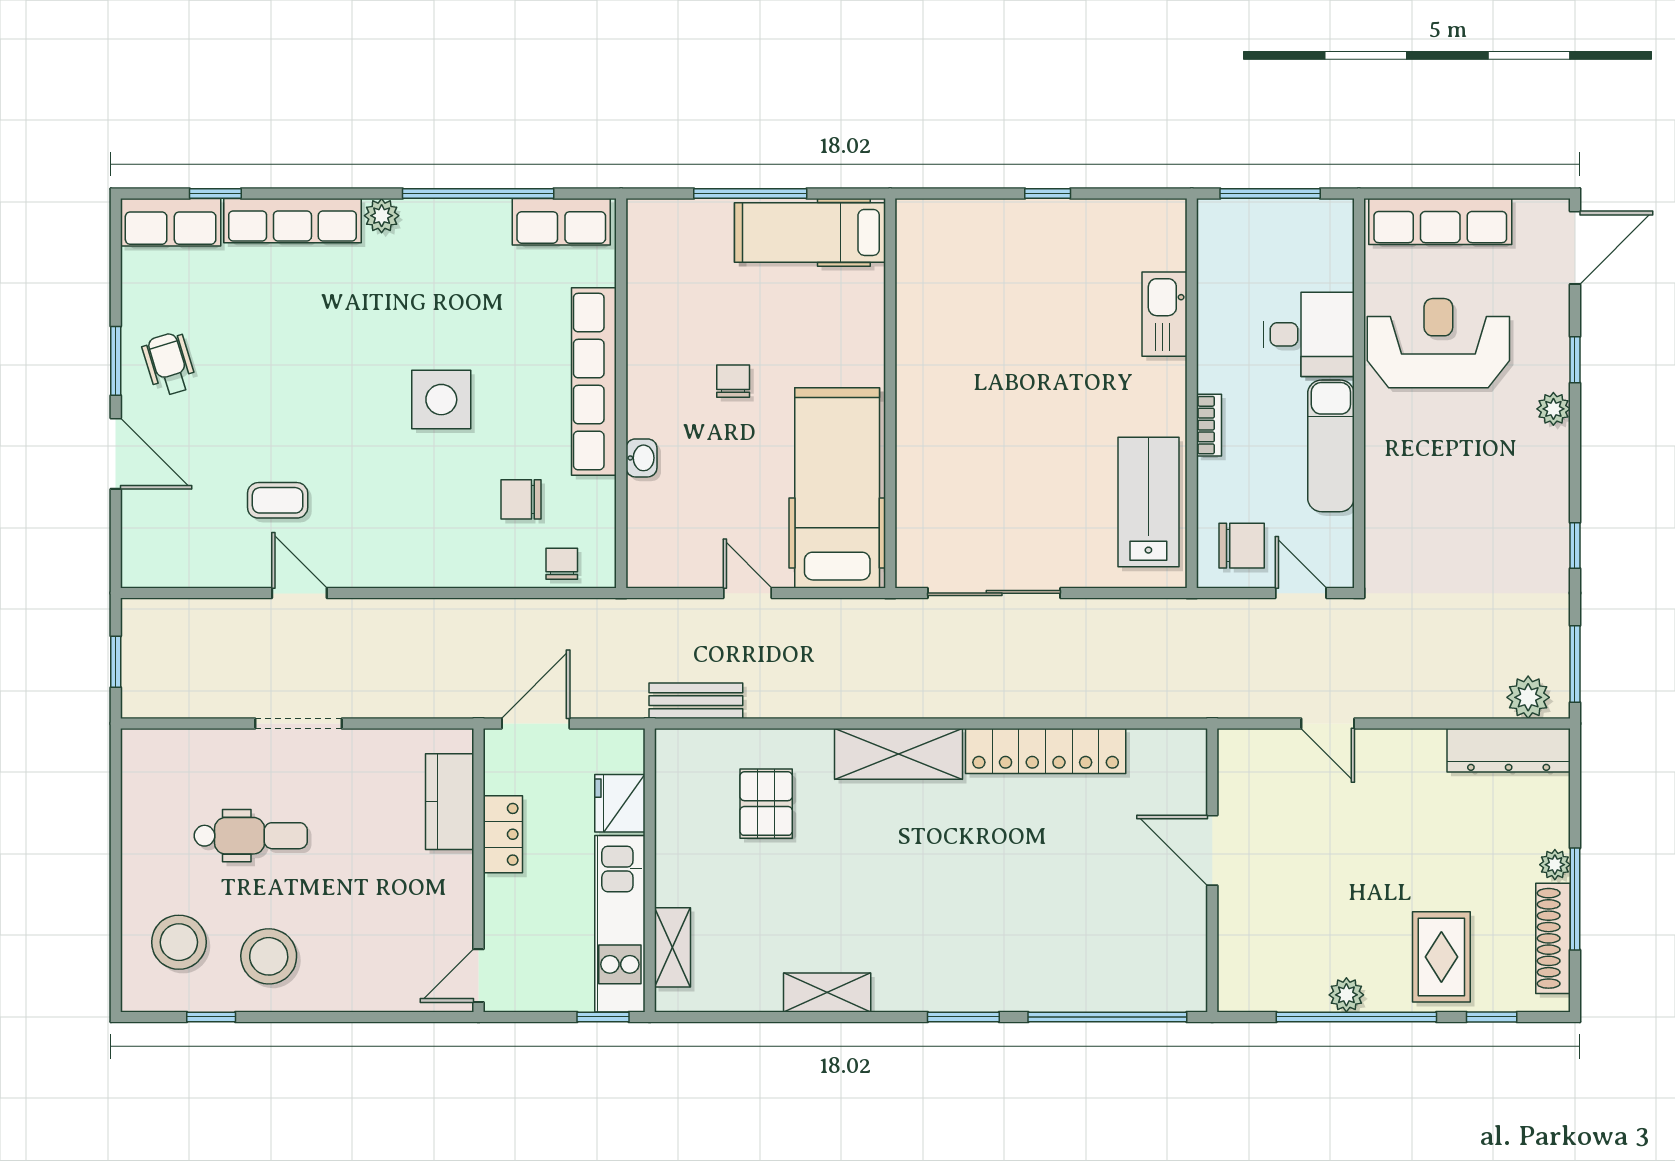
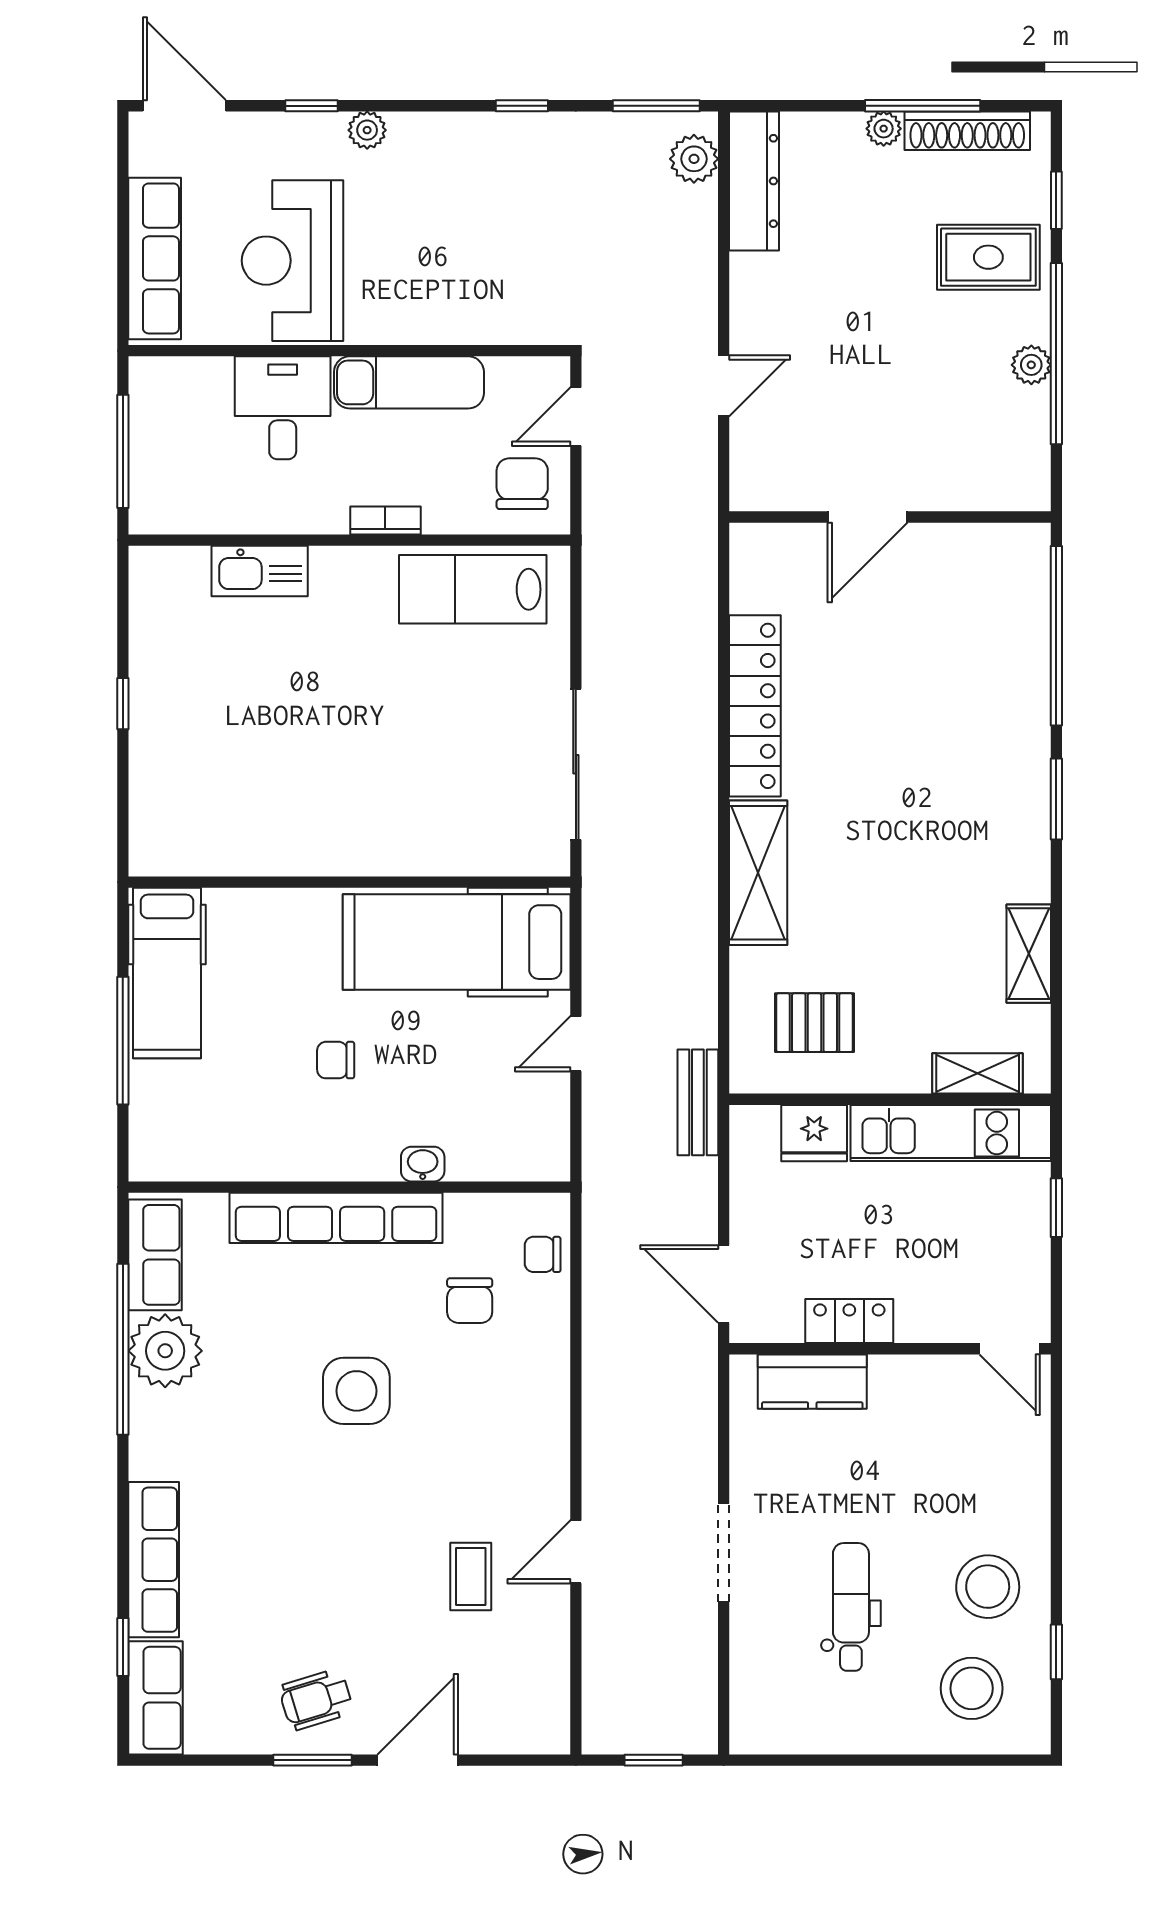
plant: (382, 216) -> (165, 1351), moved, width x1.88, depth x1.88
fridge: (620, 803) -> (814, 1133), moved
wall: (650, 870) -> (890, 1099), moved
kitchen unit: (620, 924) -> (951, 1133), moved
shelving: (672, 947) -> (978, 1073), moved

